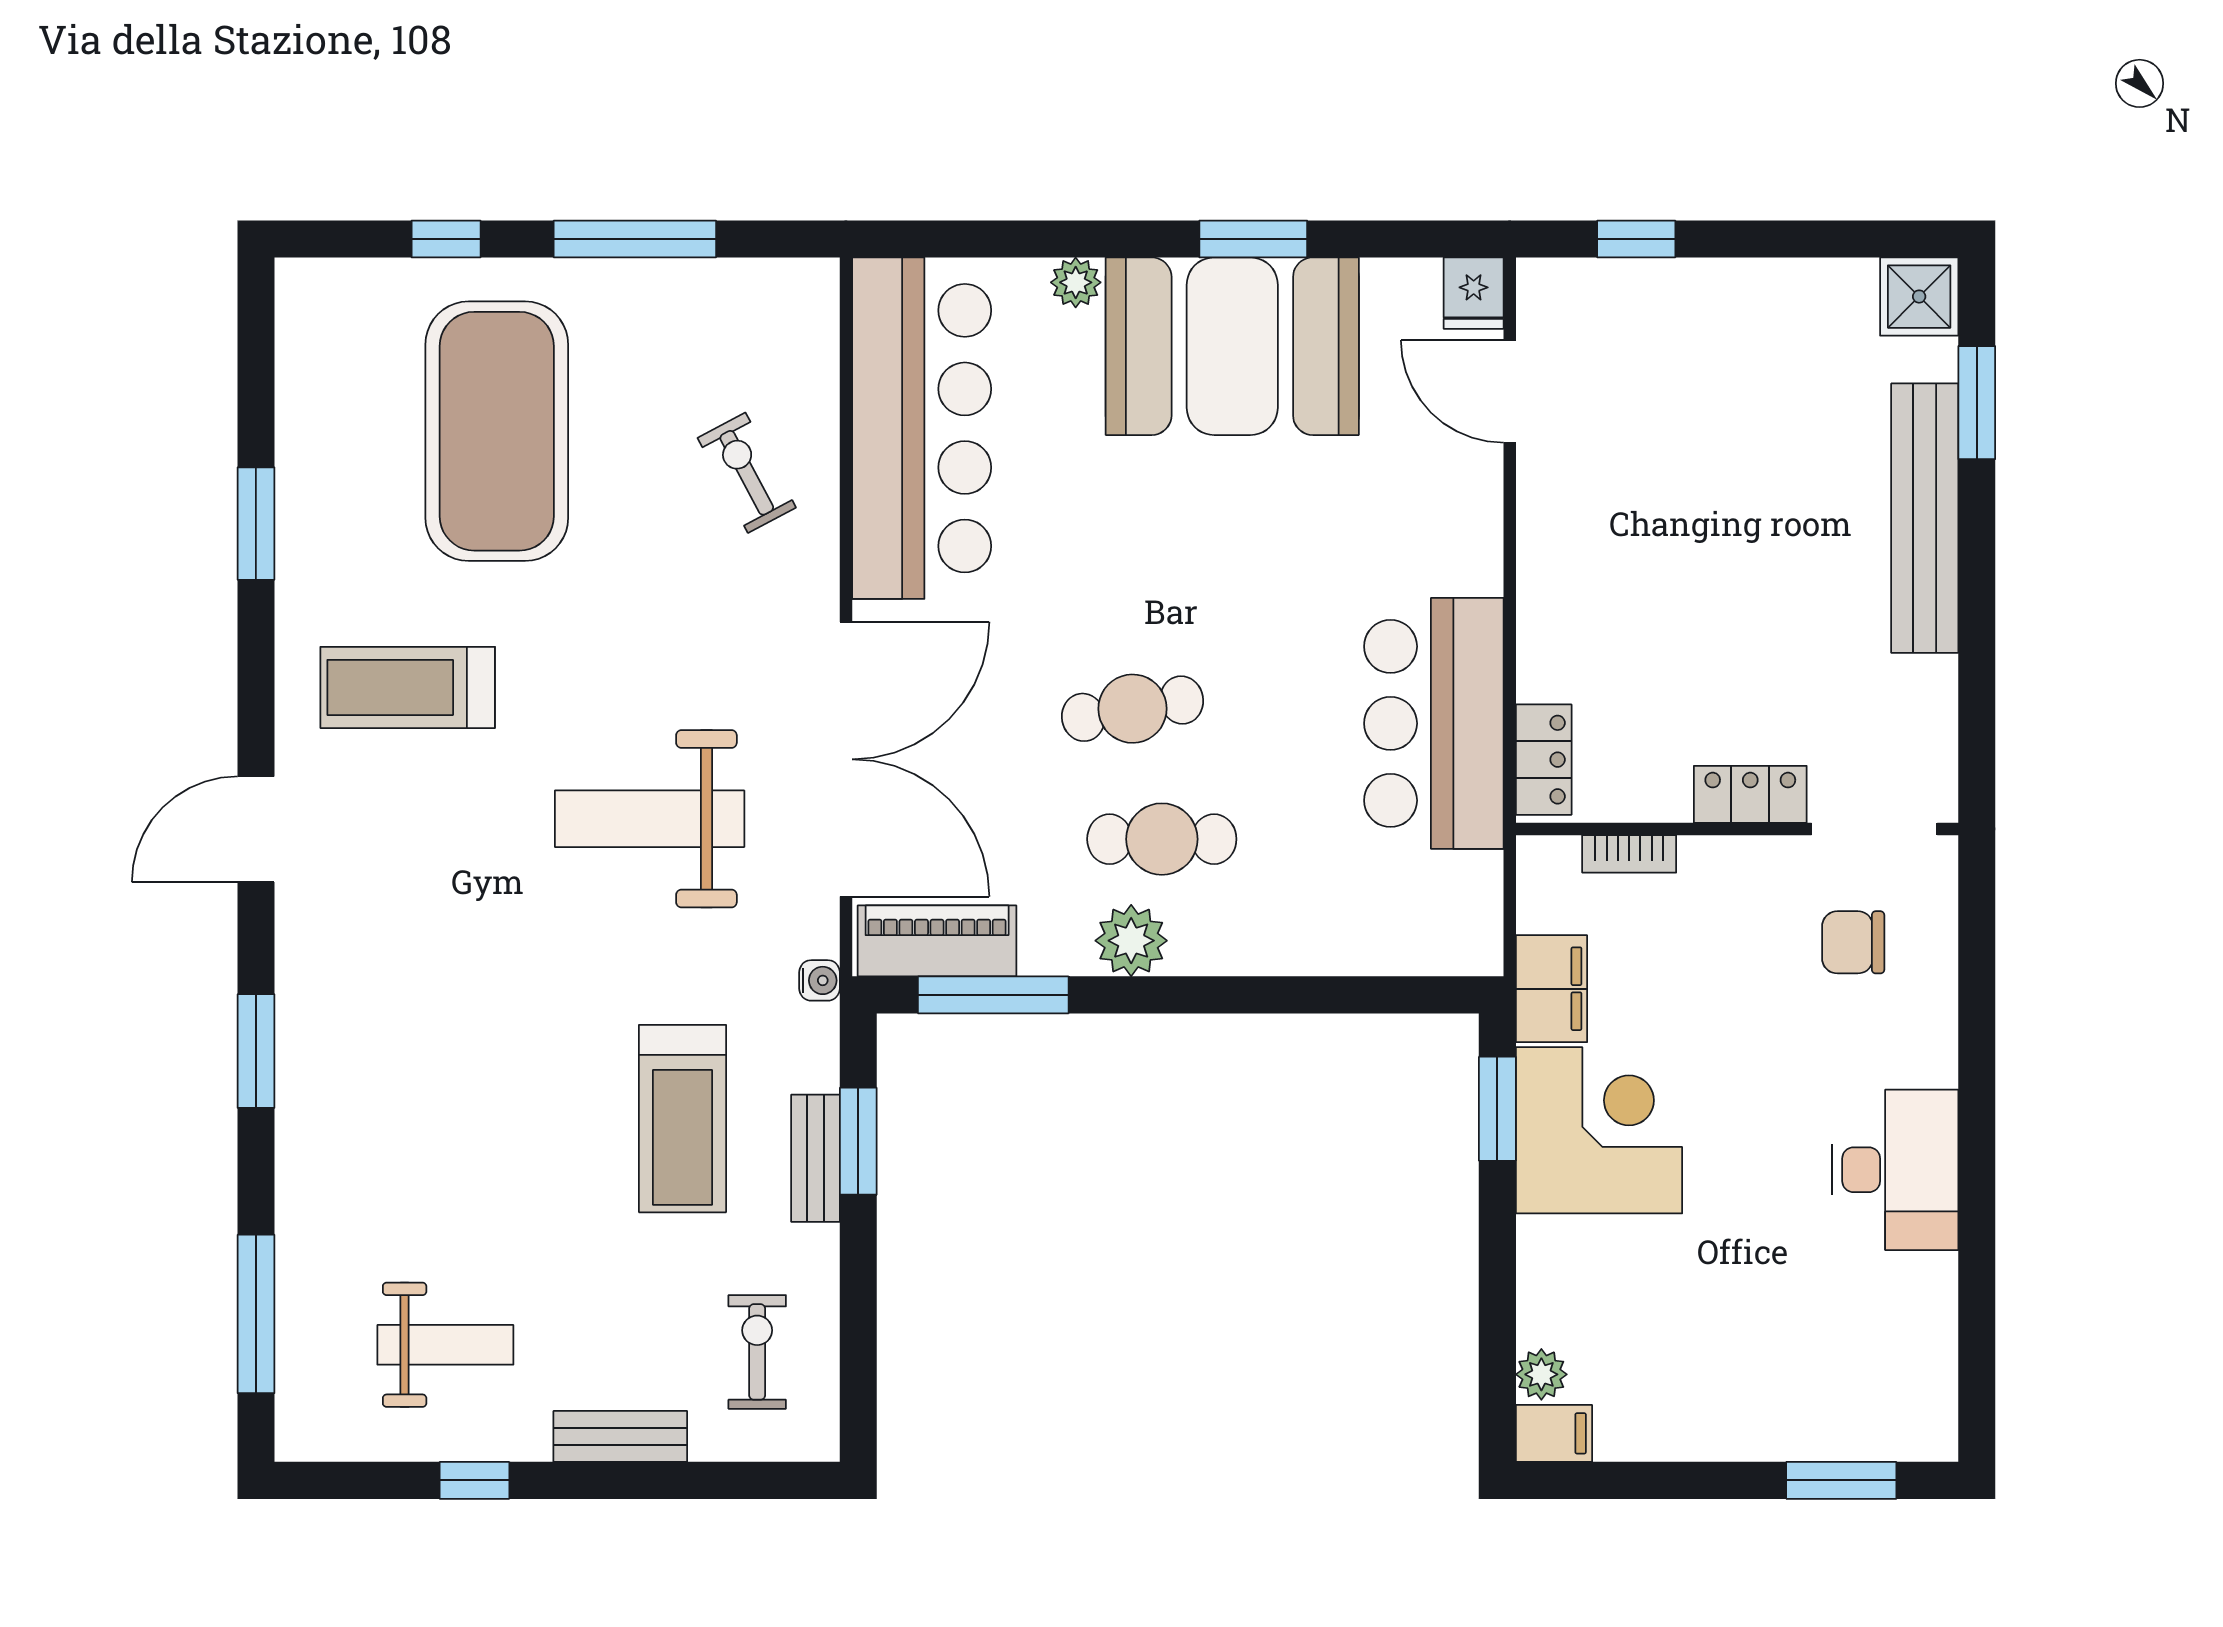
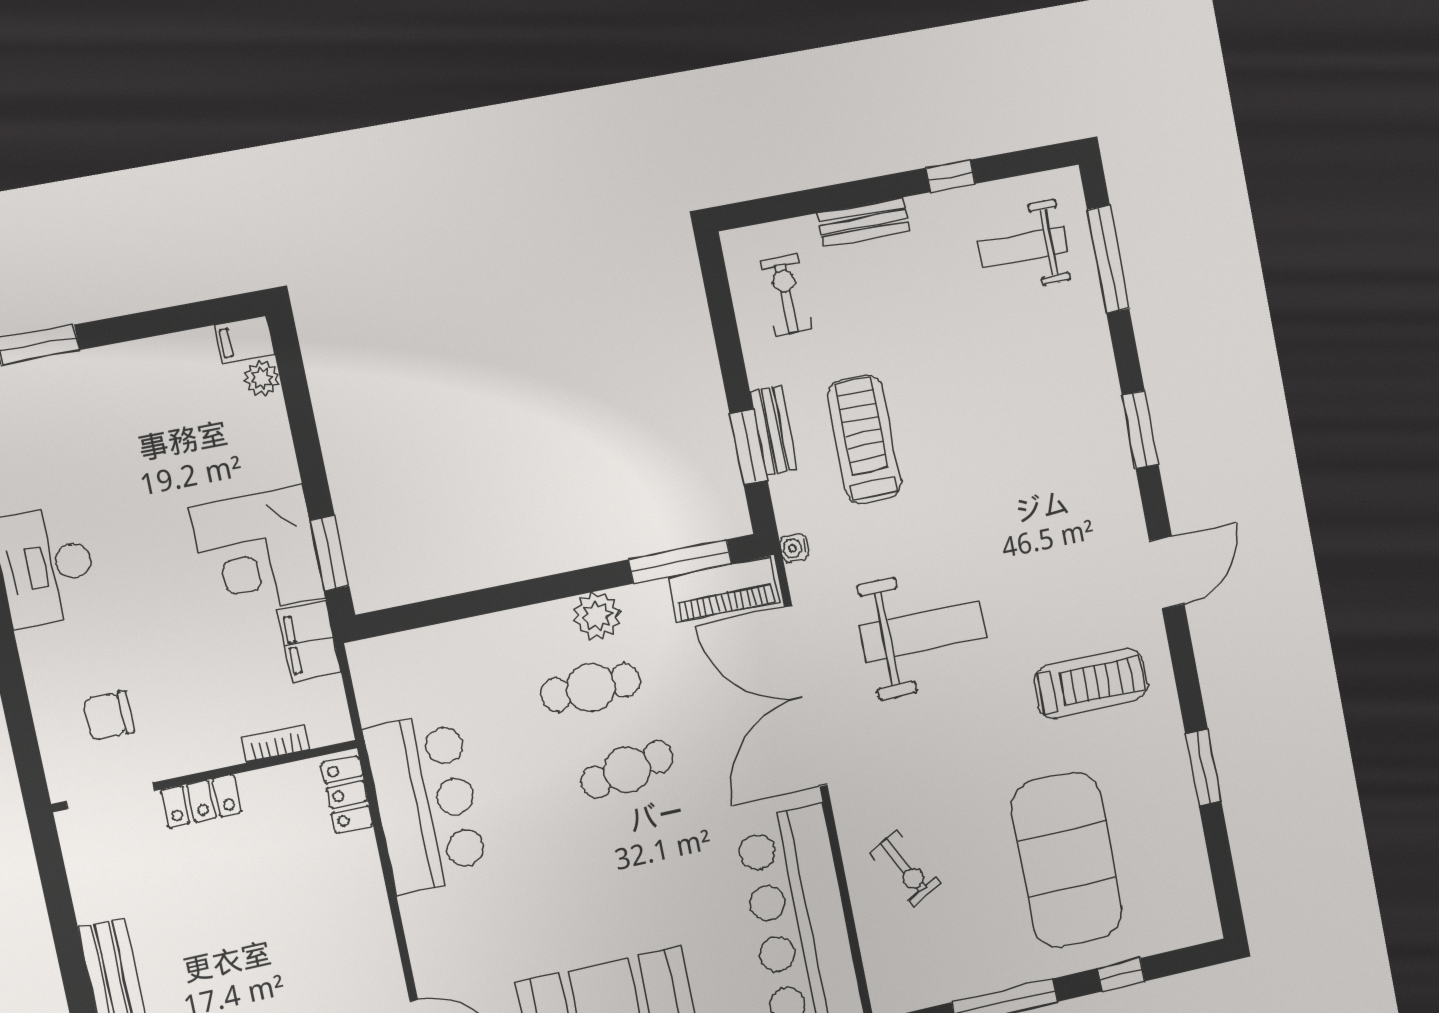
chair: (1853, 942) -> (109, 716), turned 180
weight bench: (445, 1345) -> (1023, 247), moved
exercise bike: (757, 1352) -> (786, 295), turned 180

